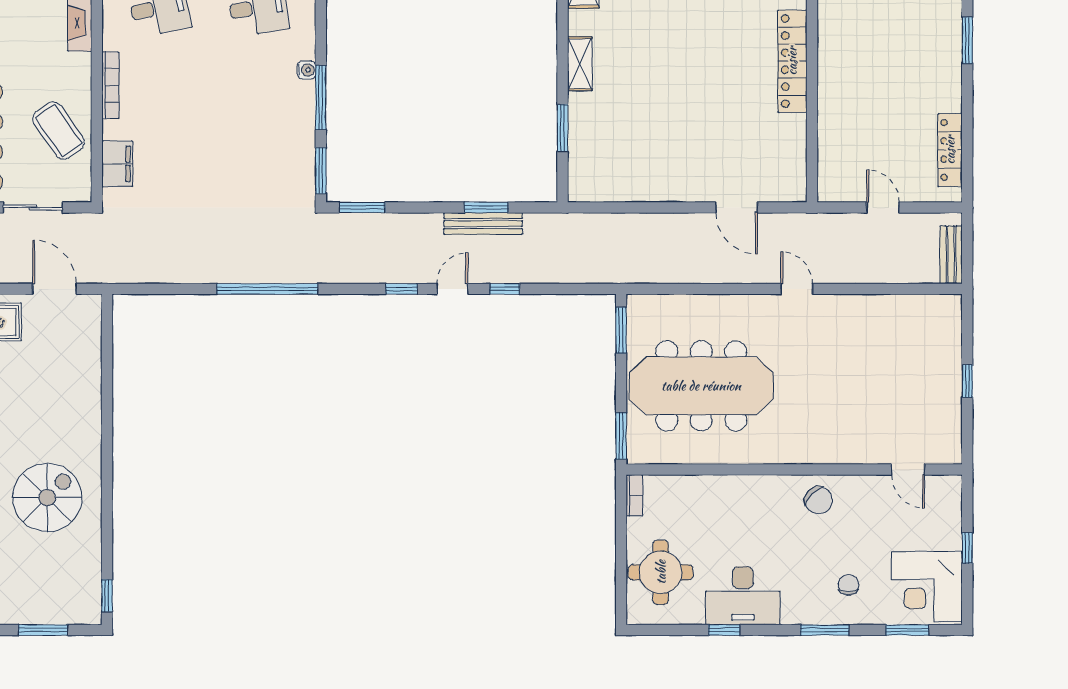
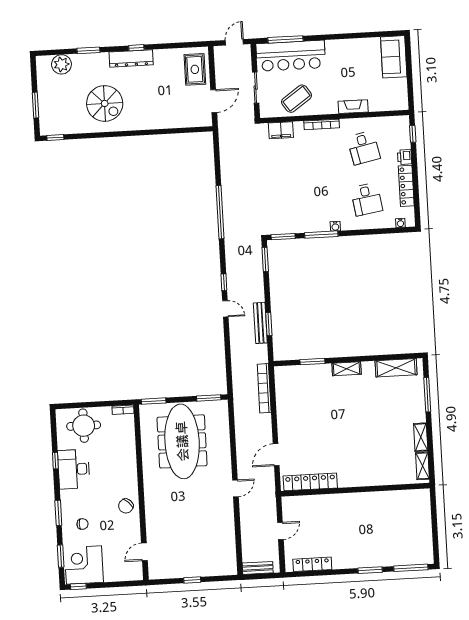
locker: (792, 61) -> (310, 482), moved
bookcase: (608, 223) -> (264, 388), added
window: (505, 289) -> (227, 336), removed
window: (967, 548) -> (78, 586), moved

